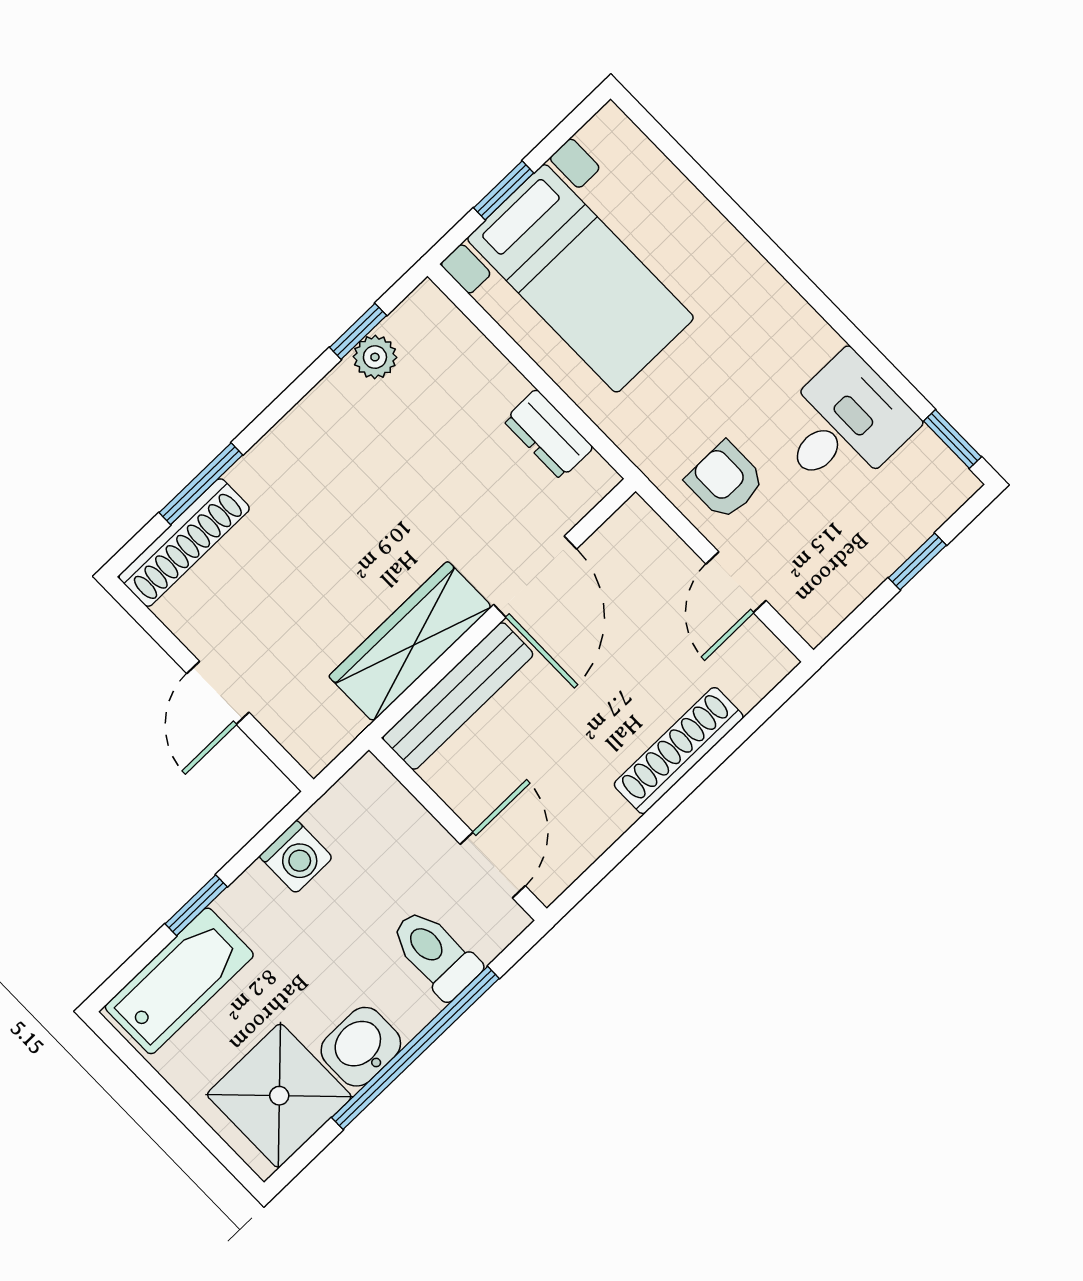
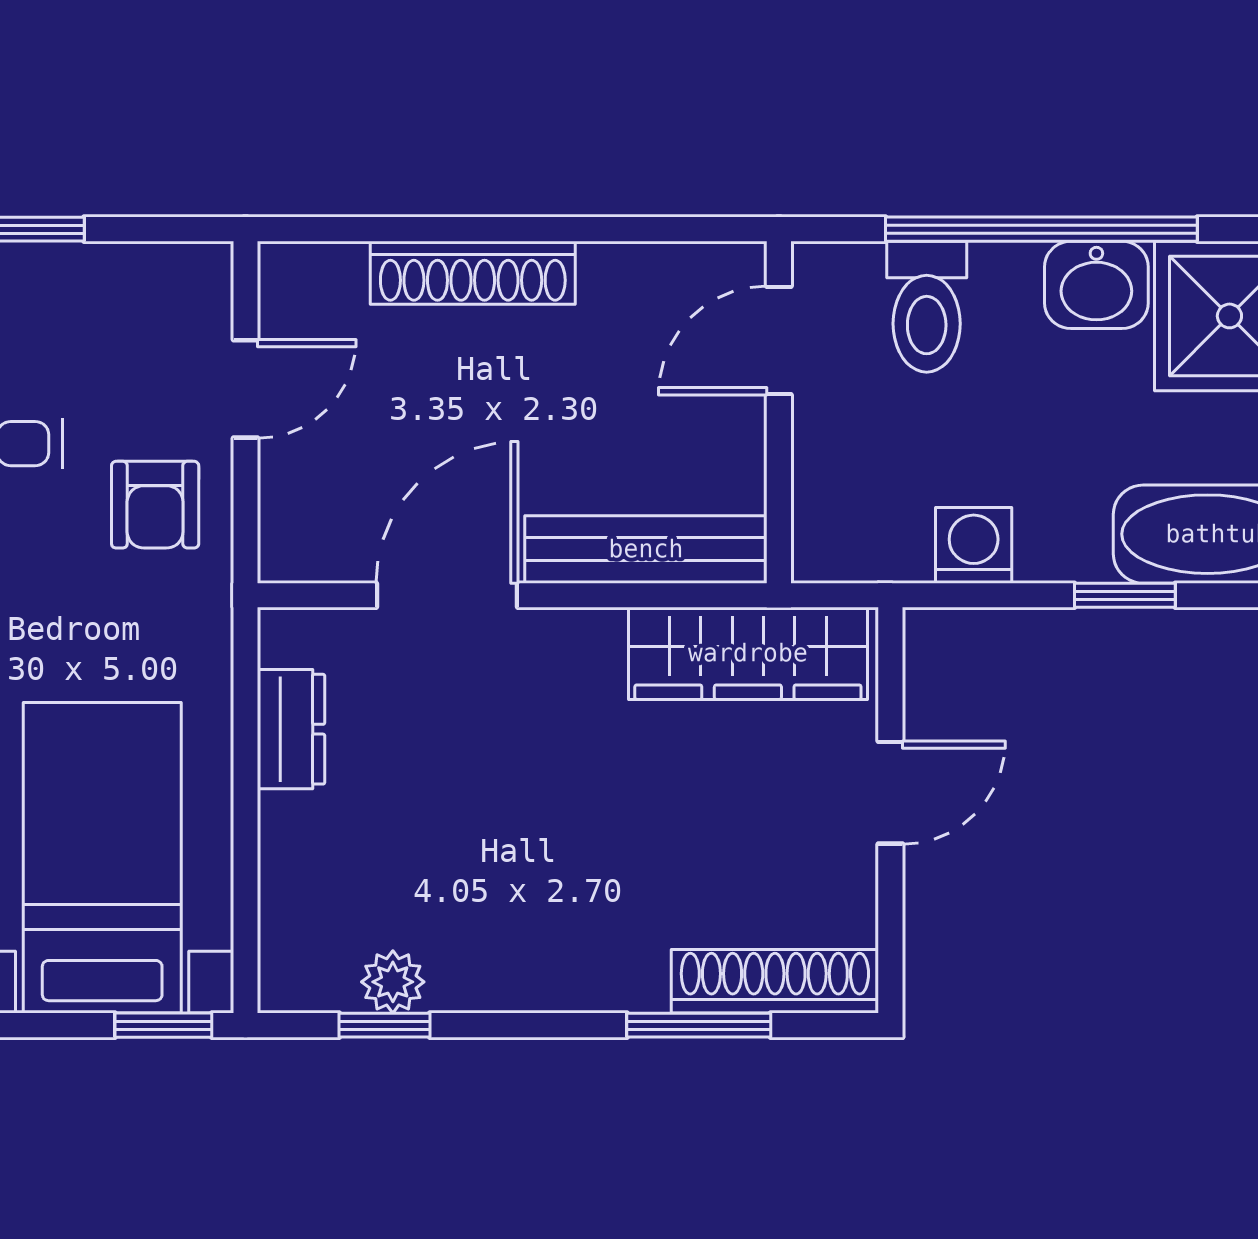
window: (504, 190) -> (163, 1025), moved
wardrobe: (410, 641) -> (748, 653), moved

